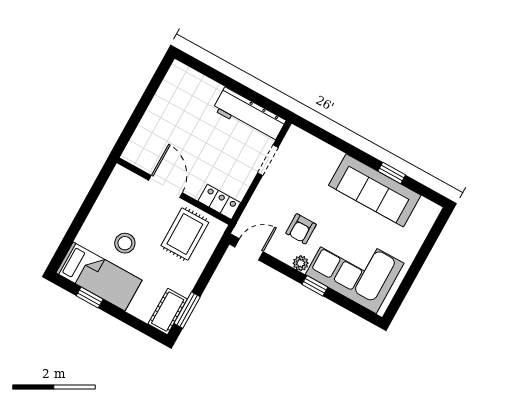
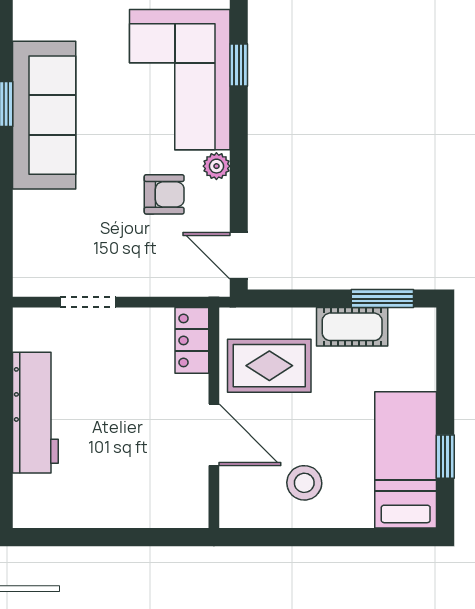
workbench: (249, 115) -> (35, 413), moved
door: (165, 187) -> (214, 435), swing flipped
stool: (125, 243) -> (304, 483), moved
window: (315, 286) -> (239, 65), moved
cot: (168, 311) -> (352, 327), moved

